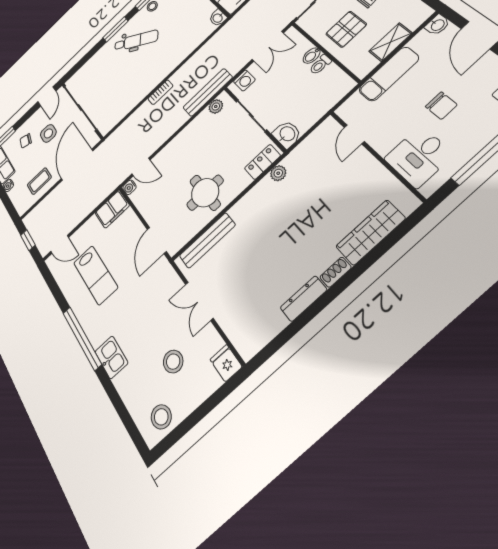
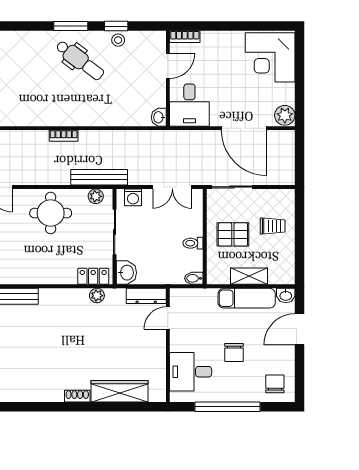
bidet: (312, 56) -> (194, 278), moved
exam couch: (389, 74) -> (247, 298), moved
round table: (205, 193) -> (51, 213), moved
dresser: (303, 299) -> (146, 296), moved, turned 180

